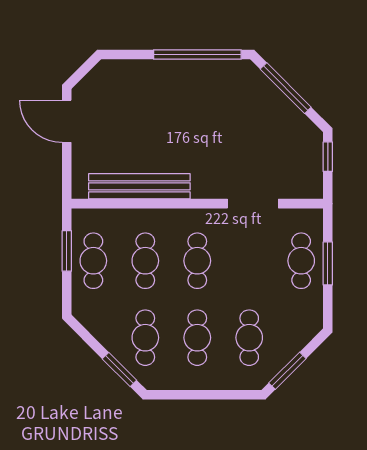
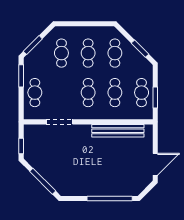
window: (197, 54) -> (110, 198), moved
door: (67, 121) -> (155, 164), hinge flipped
window: (328, 263) -> (21, 76), moved
window: (119, 369) -> (140, 49), moved
window: (287, 371) -> (33, 45), moved

